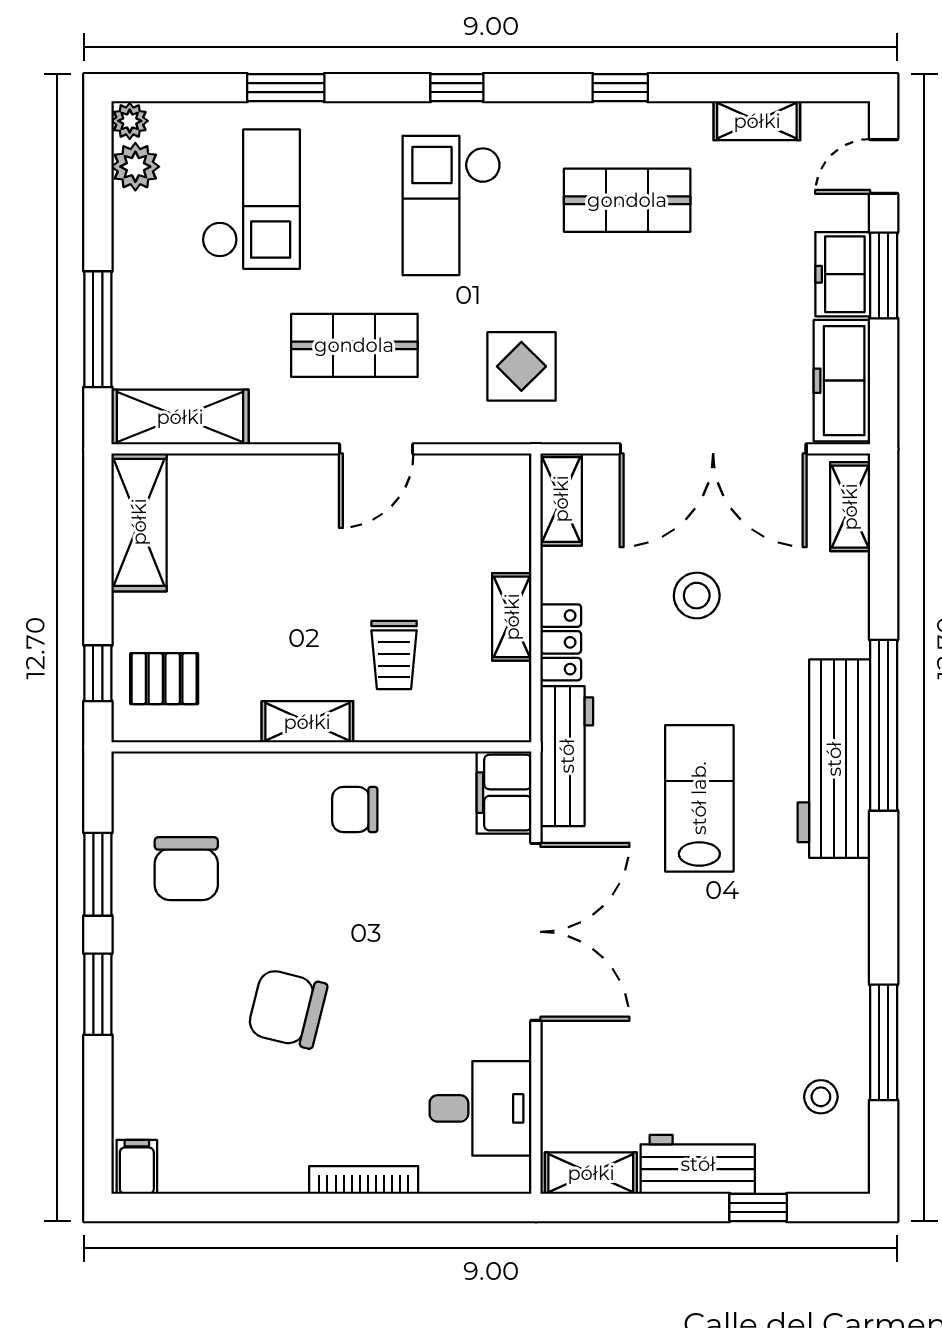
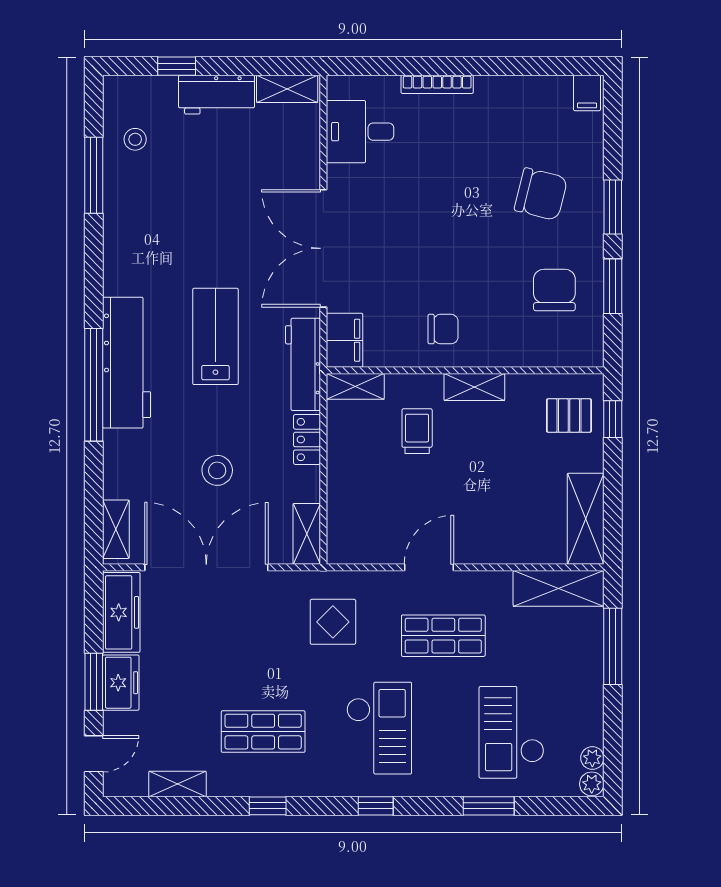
plant: (135, 167) -> (592, 758), width x0.73, depth x0.73
shelving: (512, 617) -> (355, 386), moved, turned 90
lab bench: (699, 798) -> (215, 336), turned 180
chair: (287, 1009) -> (541, 194), moved

